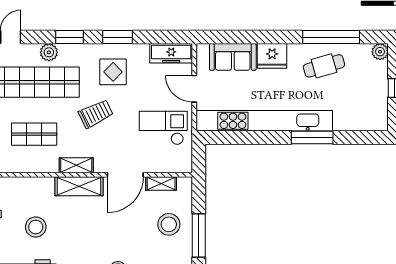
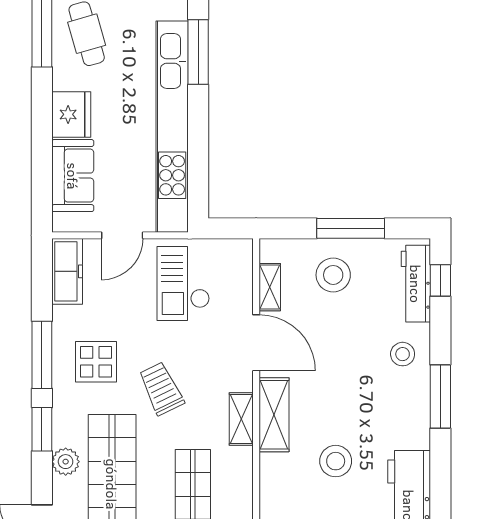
window: (118, 37) -> (42, 355), width x1.44
stool: (36, 227) -> (336, 461), moved

